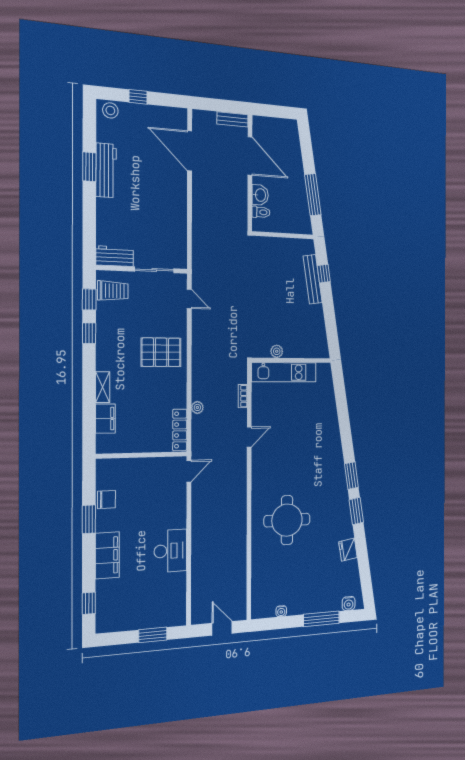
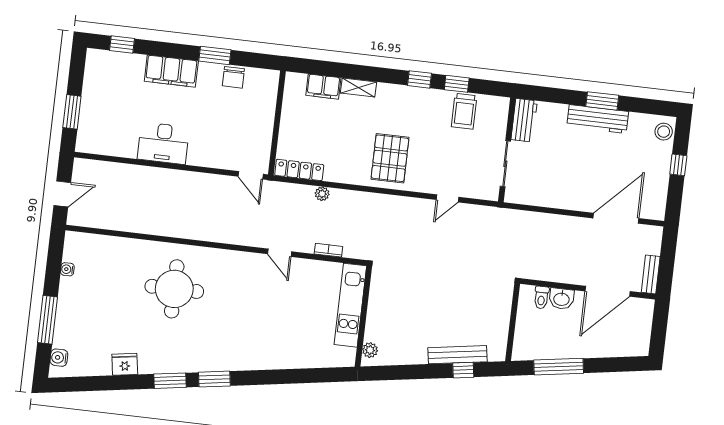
workbench: (115, 256) -> (524, 120), moved
wall: (142, 269) -> (507, 150), moved
sliding door: (154, 270) -> (505, 164), moved
plant: (277, 351) -> (370, 350), moved

